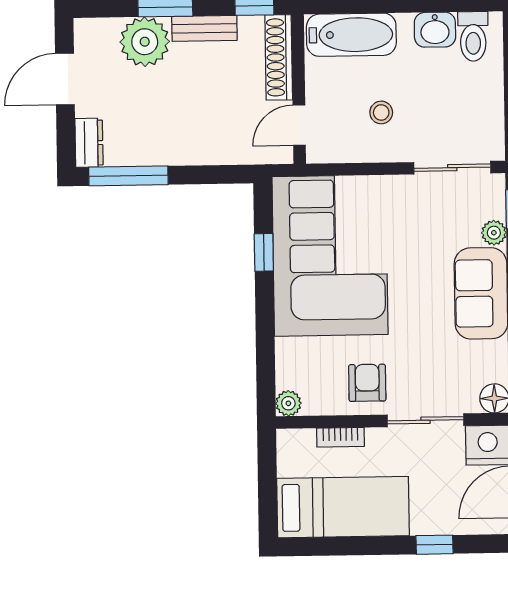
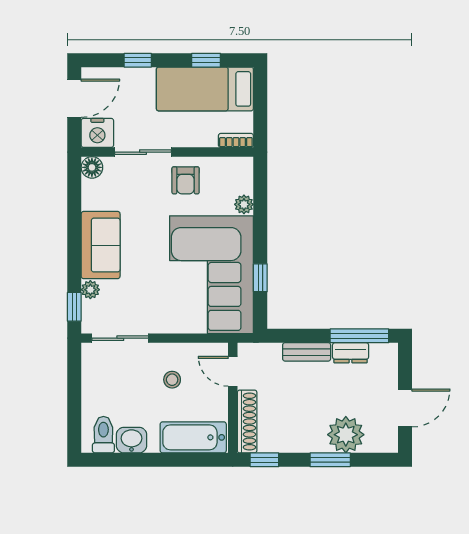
bench: (204, 28) -> (307, 352), moved
door: (299, 125) -> (233, 371), swing flipped
dresser: (89, 143) -> (351, 353), moved, turned -90
plant: (288, 403) -> (244, 204), moved
bookcase: (340, 437) -> (236, 140), moved
window: (342, 546) -> (206, 60), added

